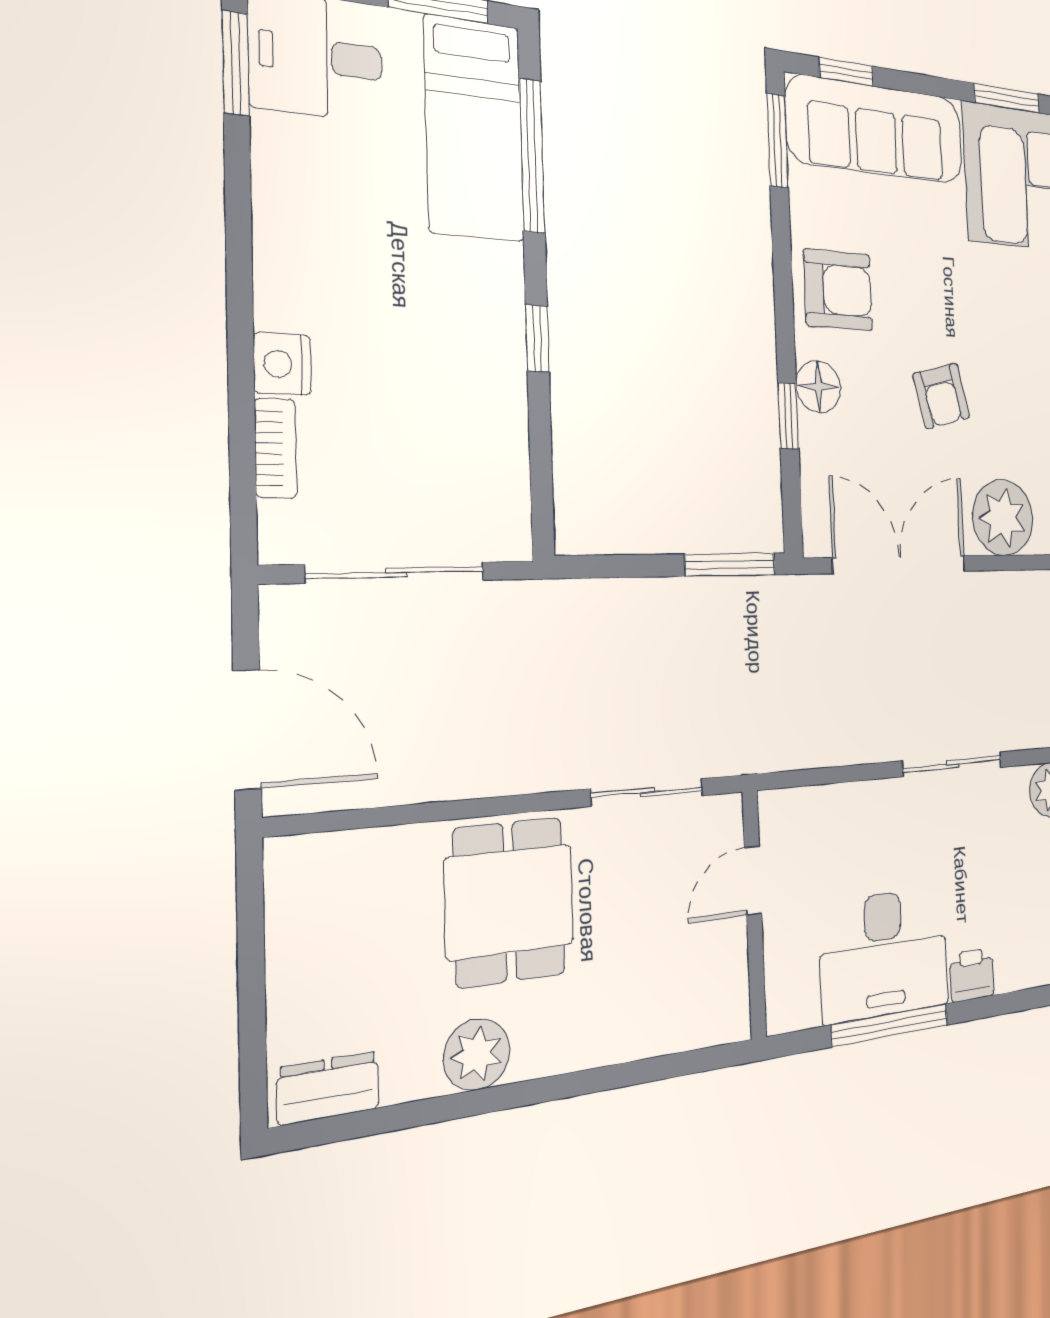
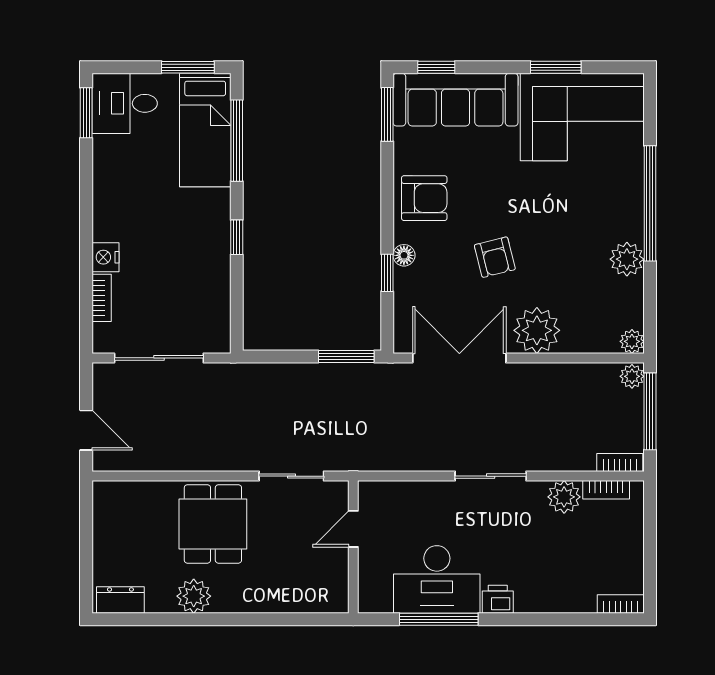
floor lamp: (818, 387) -> (404, 255), width x0.73, depth x0.73
door: (247, 730) -> (86, 430), width x0.73

